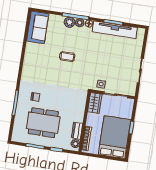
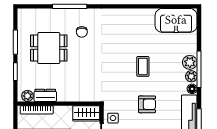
armchair: (95, 58) -> (147, 104), added
dining table: (43, 123) -> (49, 48), width x0.73

